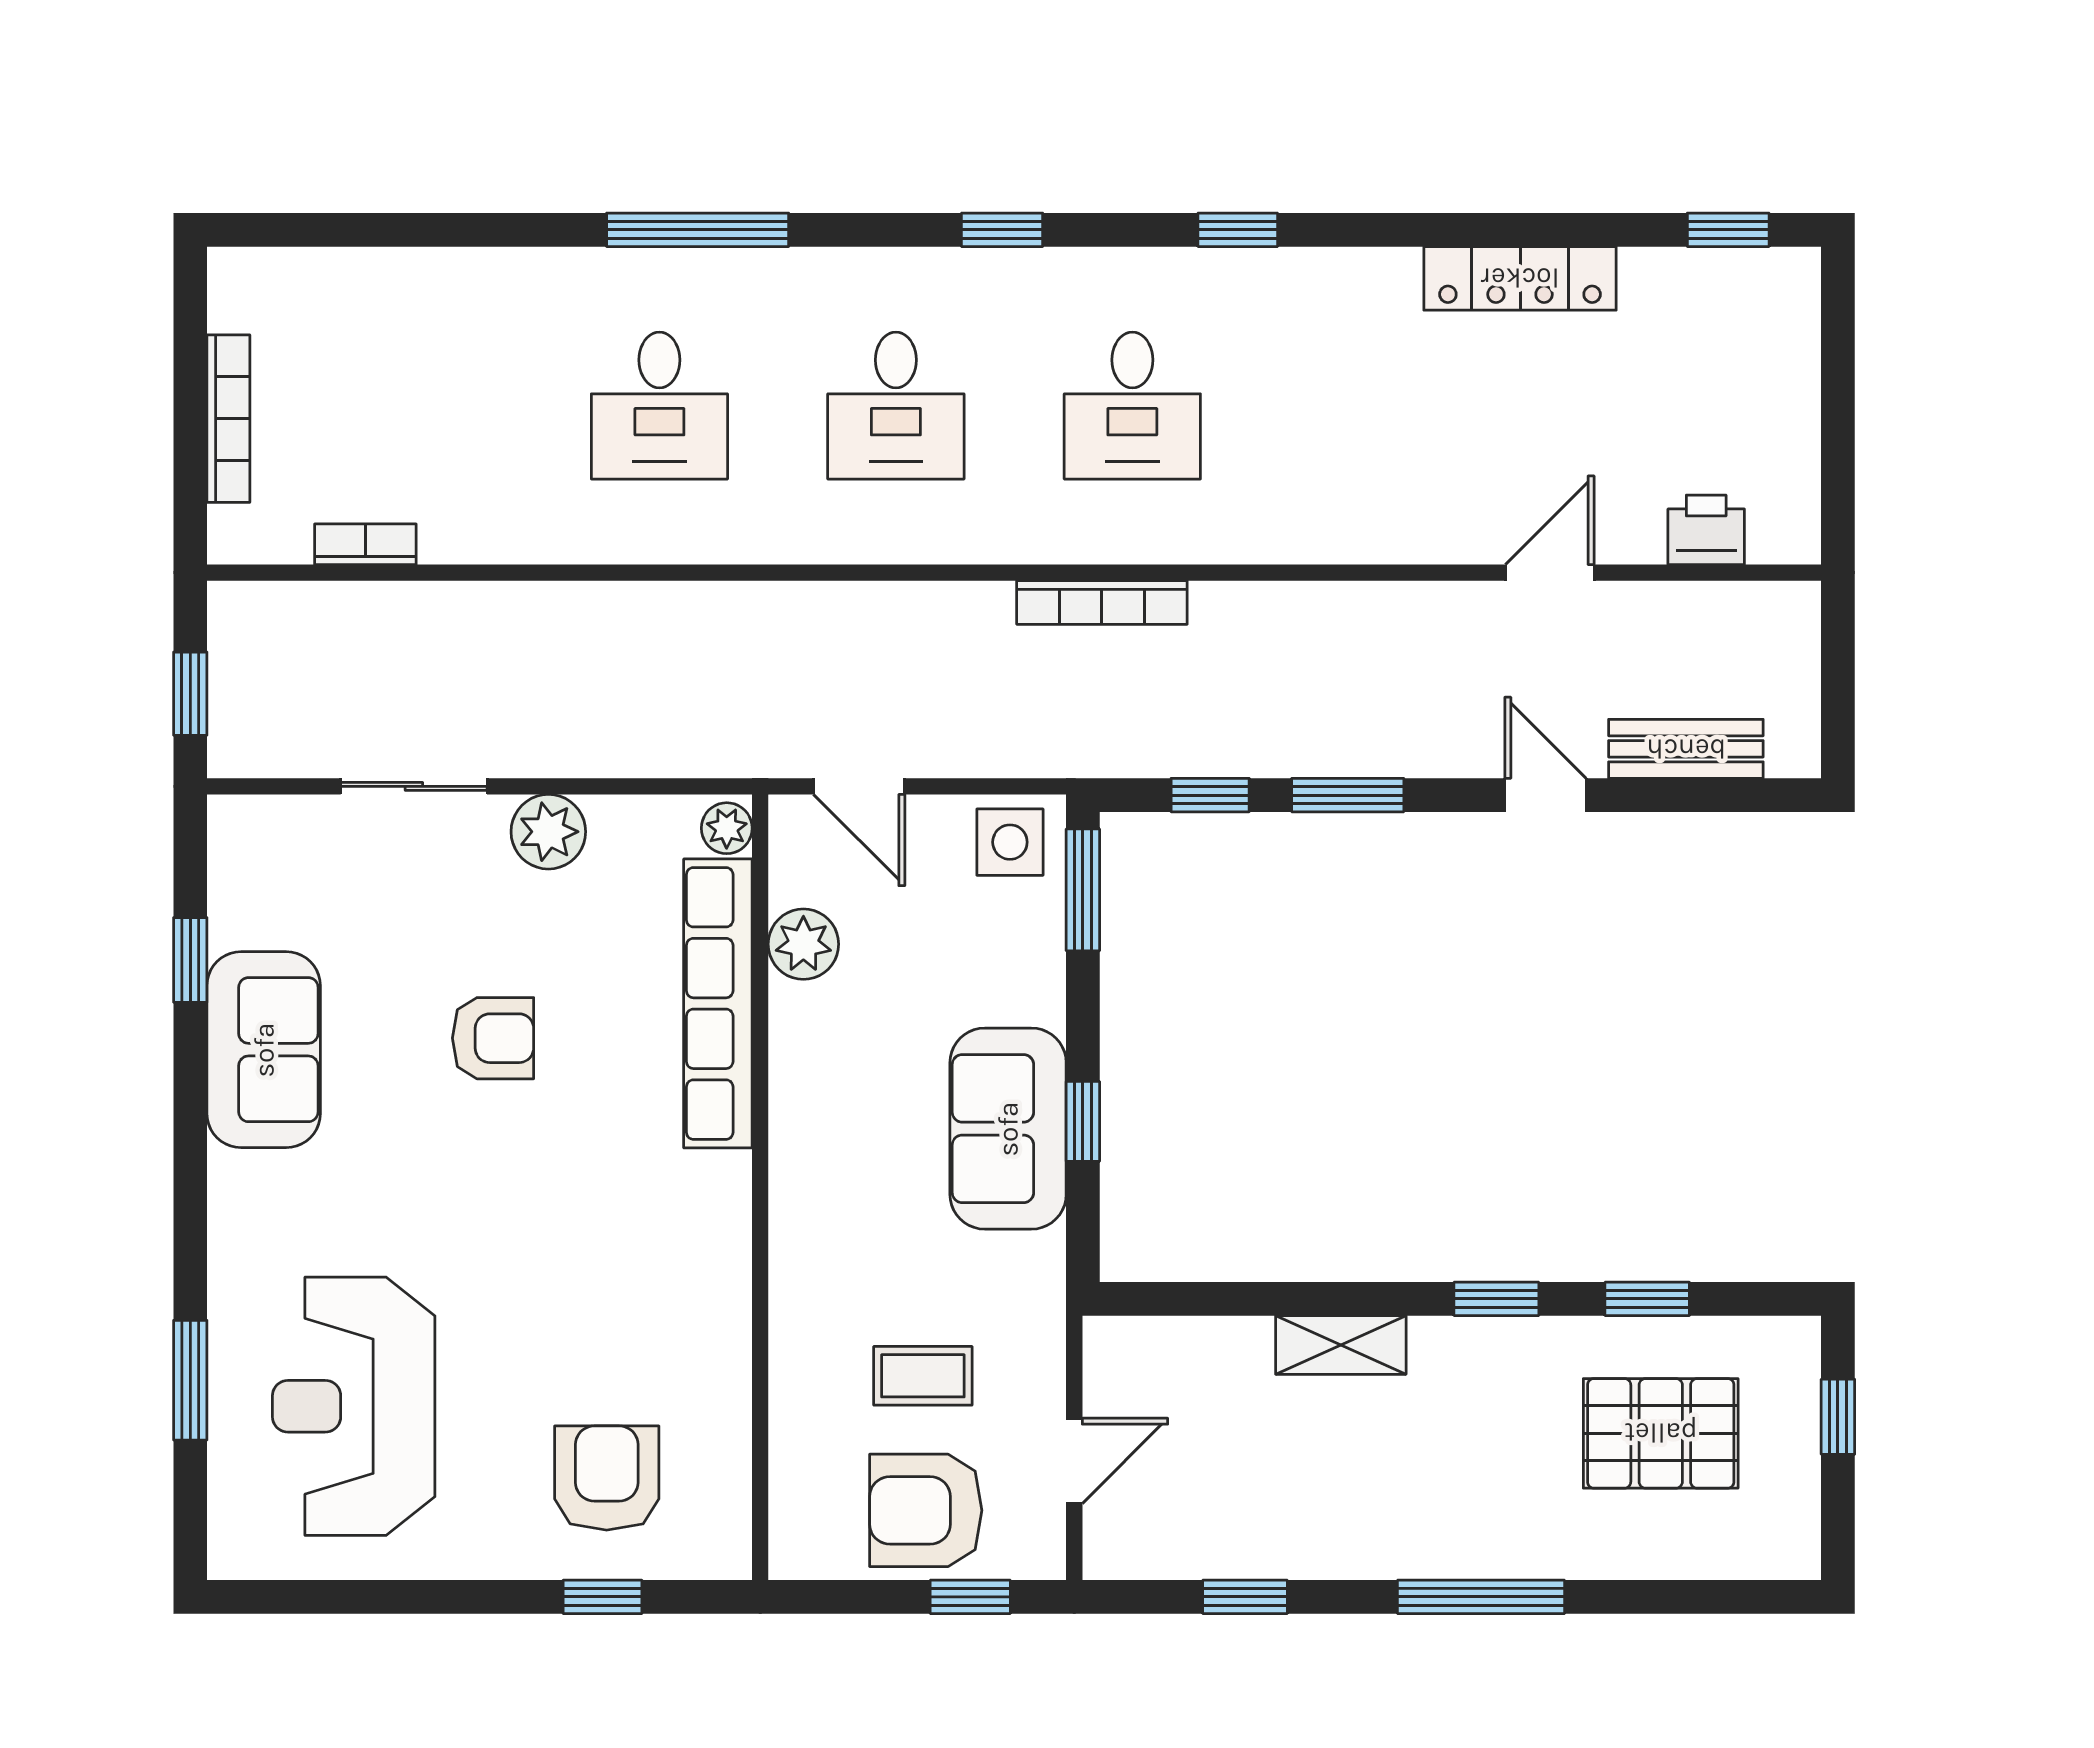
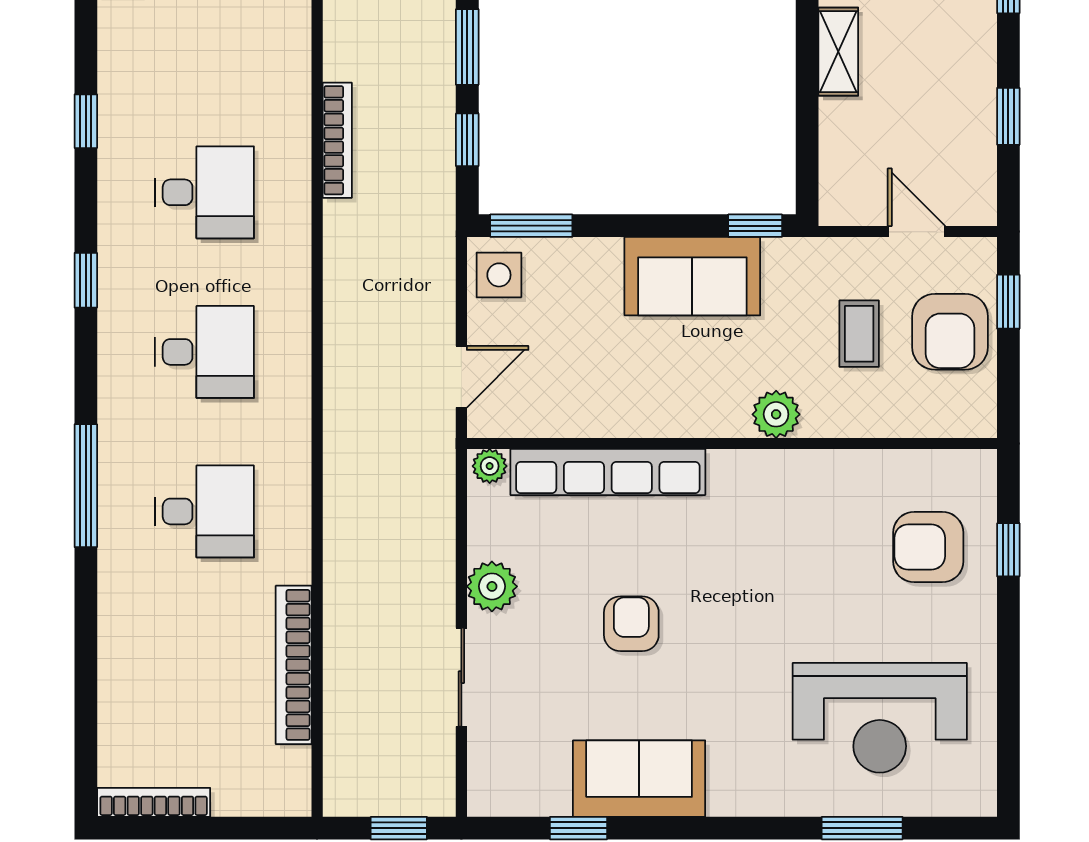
bookcase: (228, 419) -> (154, 802), moved
bookcase: (365, 544) -> (294, 665), width x2.31, depth x1.31
bookcase: (1102, 602) -> (337, 140), moved
plant: (803, 944) -> (776, 414), moved
window: (1083, 1121) -> (755, 226), moved

